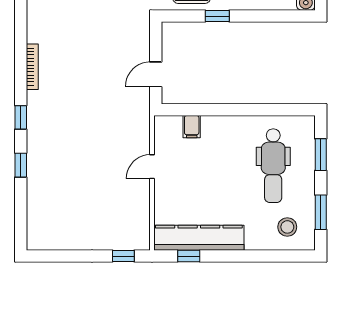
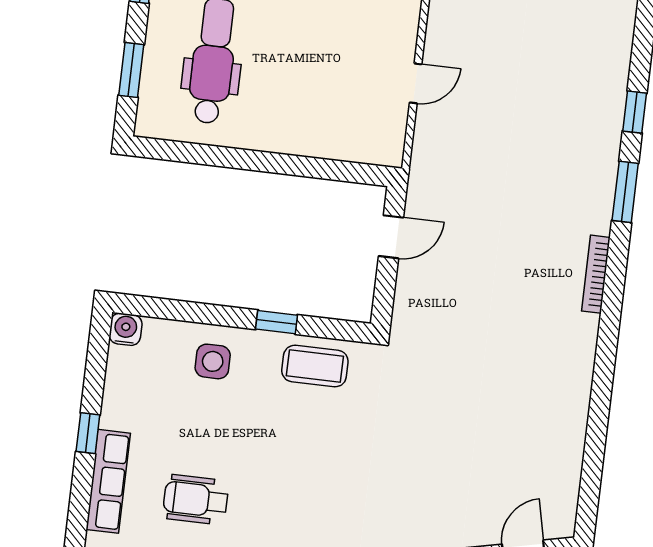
window: (21, 117) -> (625, 192), width x1.50
filing cabinet: (192, 127) -> (341, 142), removed

